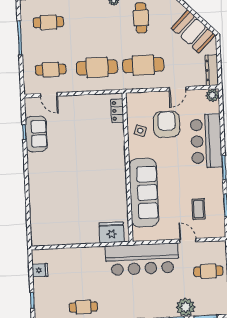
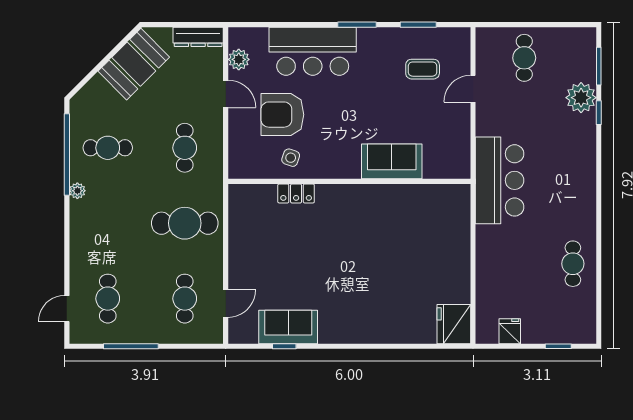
cafe table: (143, 65) -> (185, 148), width x0.73, depth x0.74
cafe table: (97, 67) -> (185, 223), turned 90
plant: (212, 95) -> (239, 59), moved
locker: (117, 111) -> (296, 193), moved
sofa: (144, 193) -> (392, 161), width x0.54, depth x0.79
fridge: (112, 232) -> (454, 324), moved
bar counter: (142, 259) -> (500, 180), width x0.73

